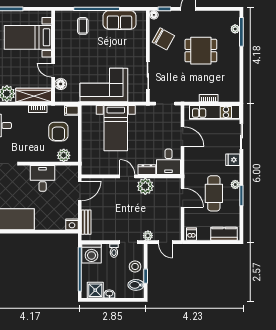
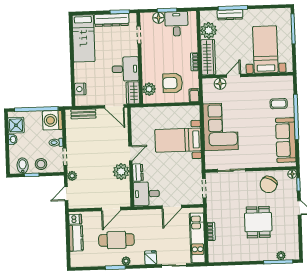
sofa: (120, 20) -> (286, 140), width x1.36
wardrobe: (67, 172) -> (133, 93), added
nightstand: (72, 224) -> (80, 89), moved
kitchen counter: (224, 234) -> (76, 238), moved

